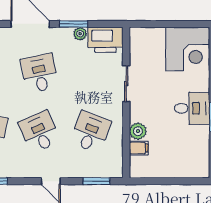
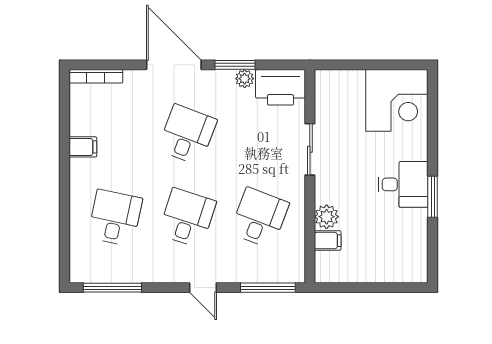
desk: (40, 73) -> (187, 135), turned 33
desk: (40, 132) -> (187, 218), turned 42
window: (96, 181) -> (268, 288), width x1.44

